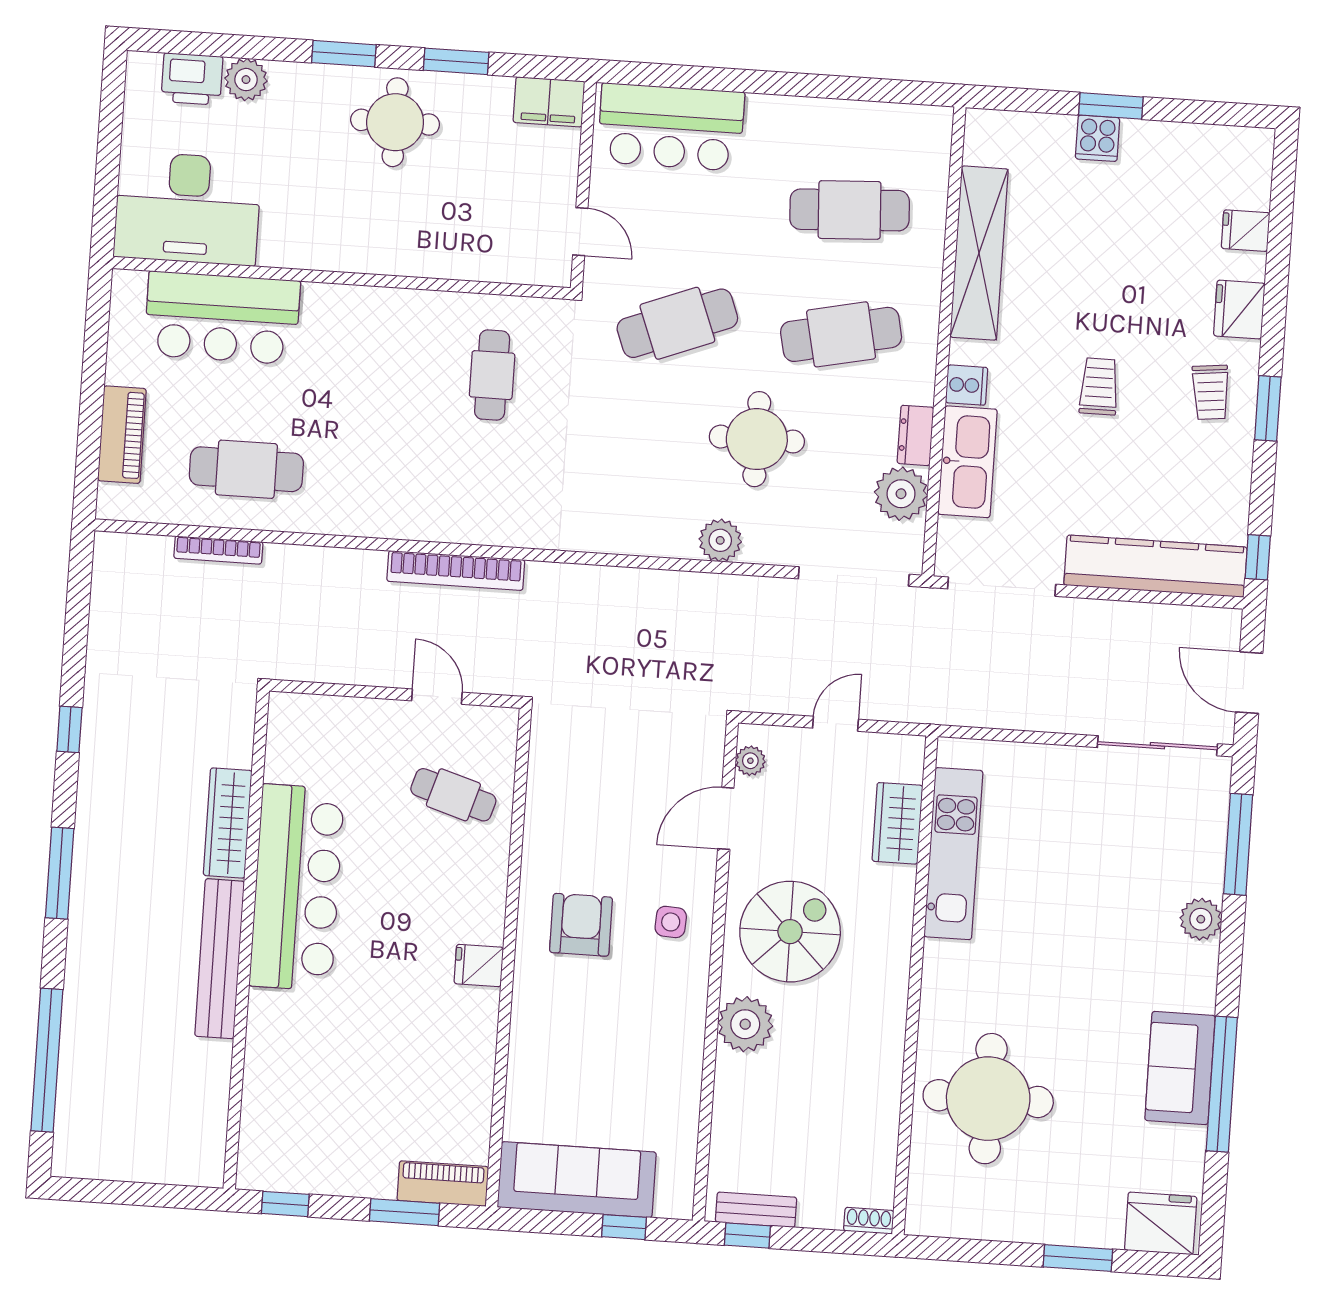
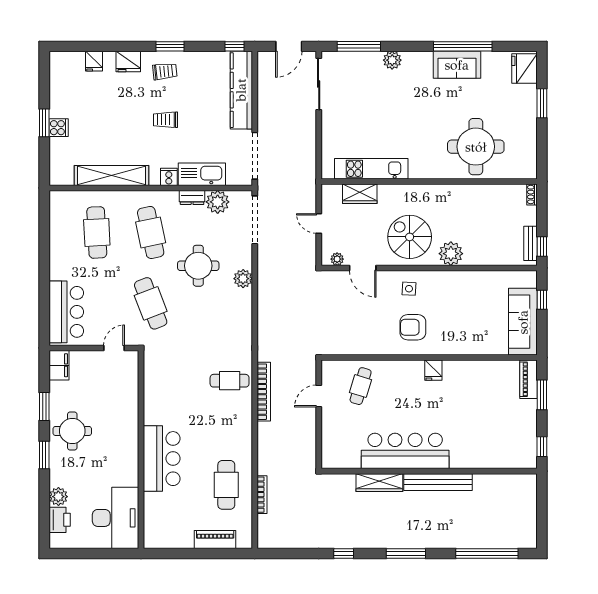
bar counter: (222, 318) -> (162, 459), moved
cafe table: (492, 375) -> (230, 381), moved

